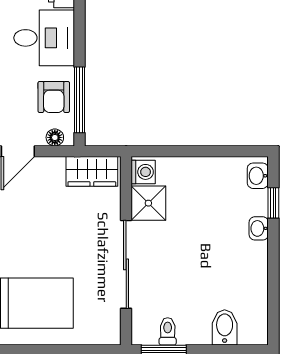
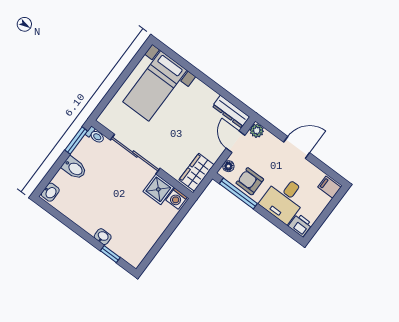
washbasin: (258, 176) -> (50, 192), moved, turned 90
bidet: (225, 327) -> (74, 168), moved
toilet: (168, 331) -> (95, 135), moved

